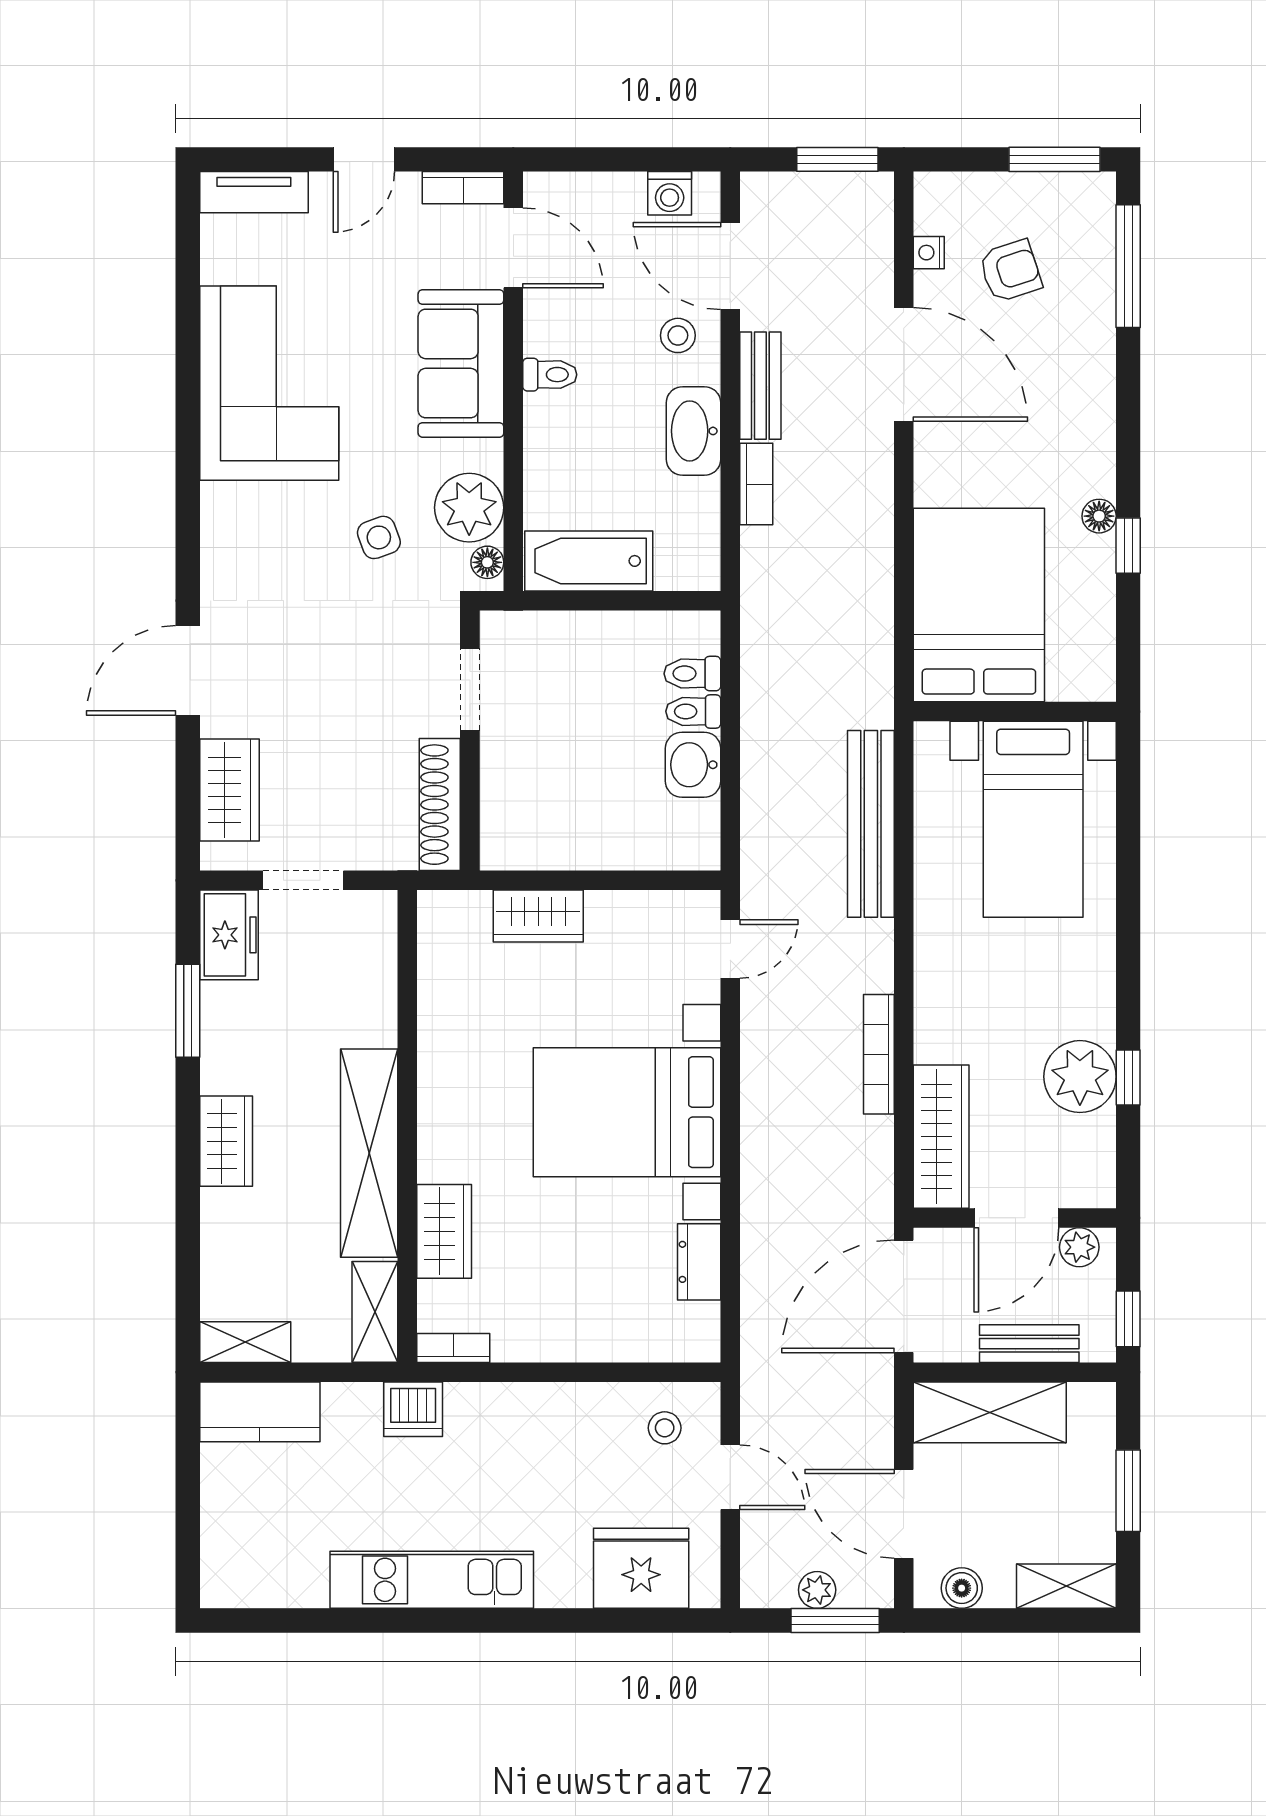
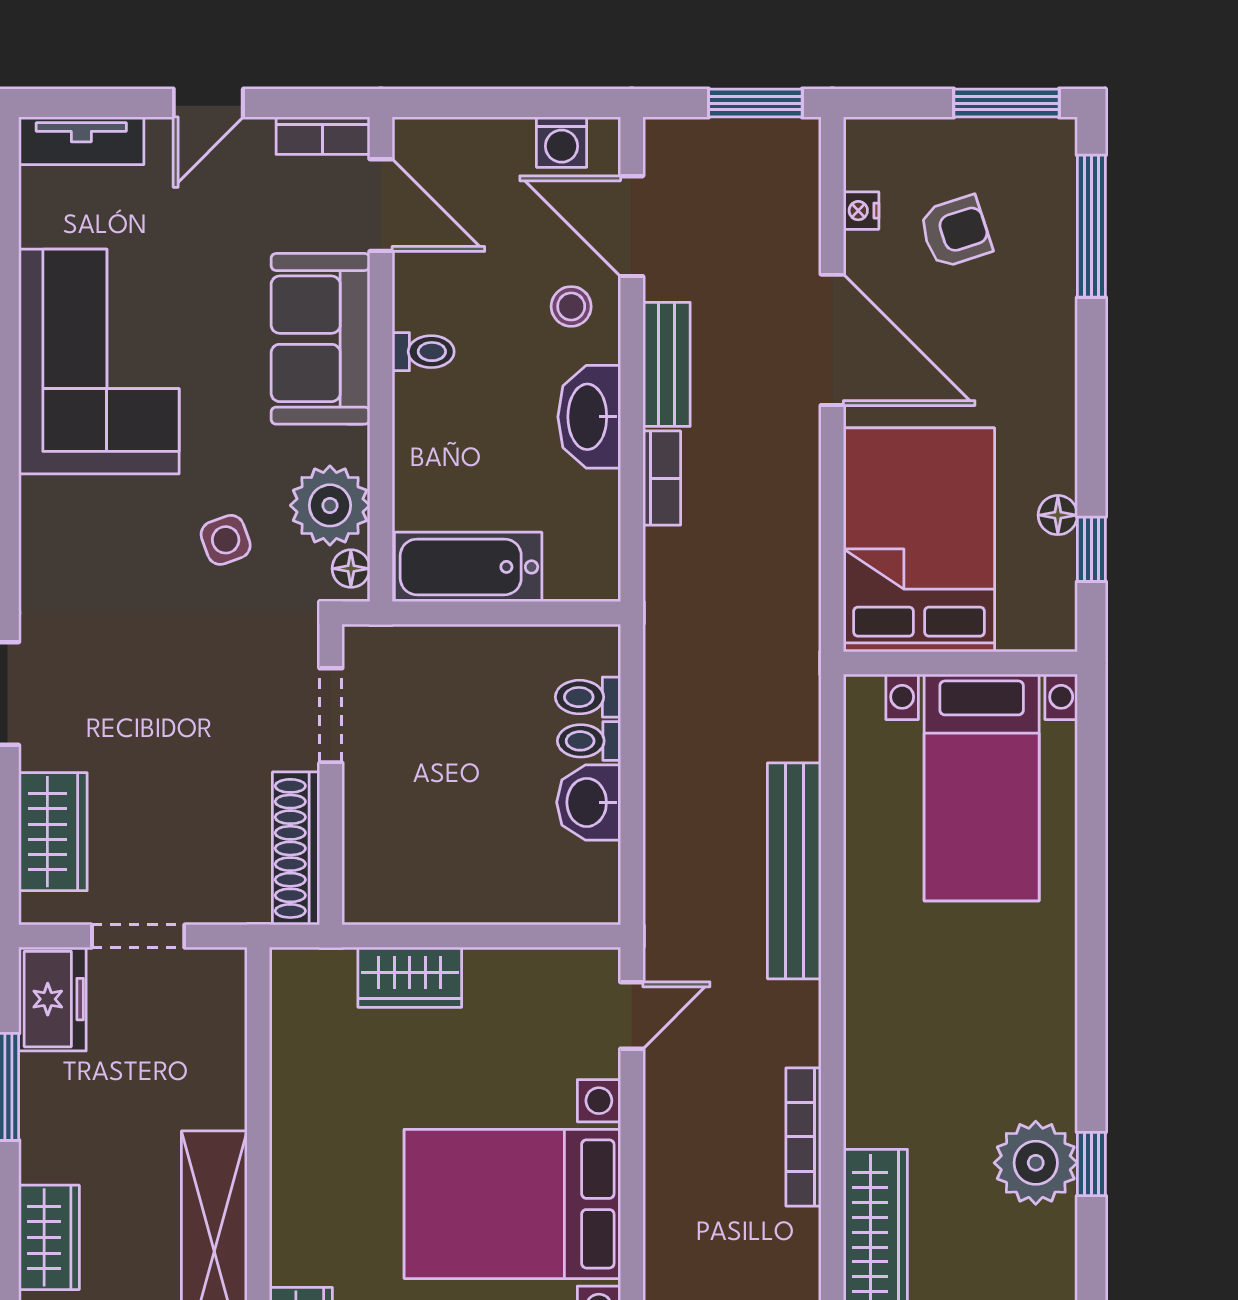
bed: (979, 605) -> (919, 540), moved
wall: (1015, 712) -> (960, 663), moved
bed with nightstands: (1033, 819) -> (982, 788), moved

